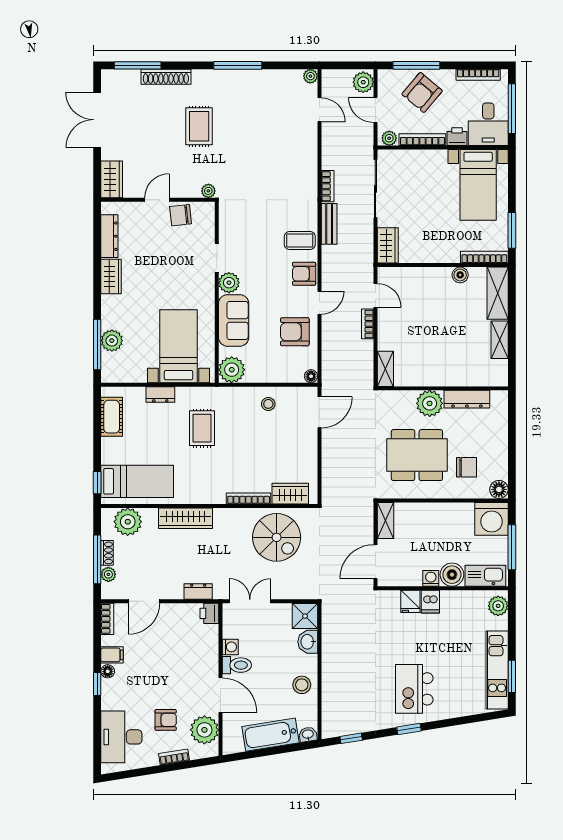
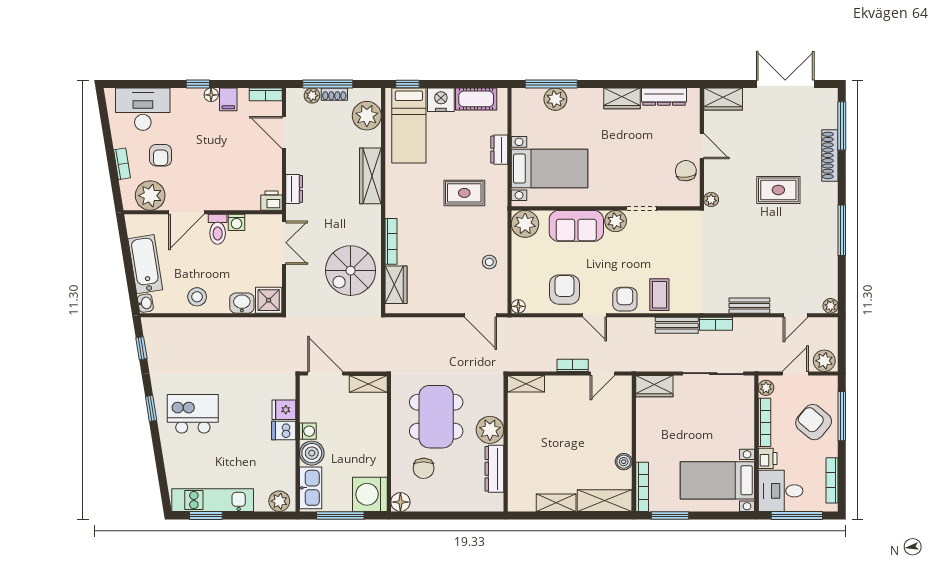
bench: (310, 154) -> (749, 306), added
nightstand: (112, 451) -> (441, 100), added

